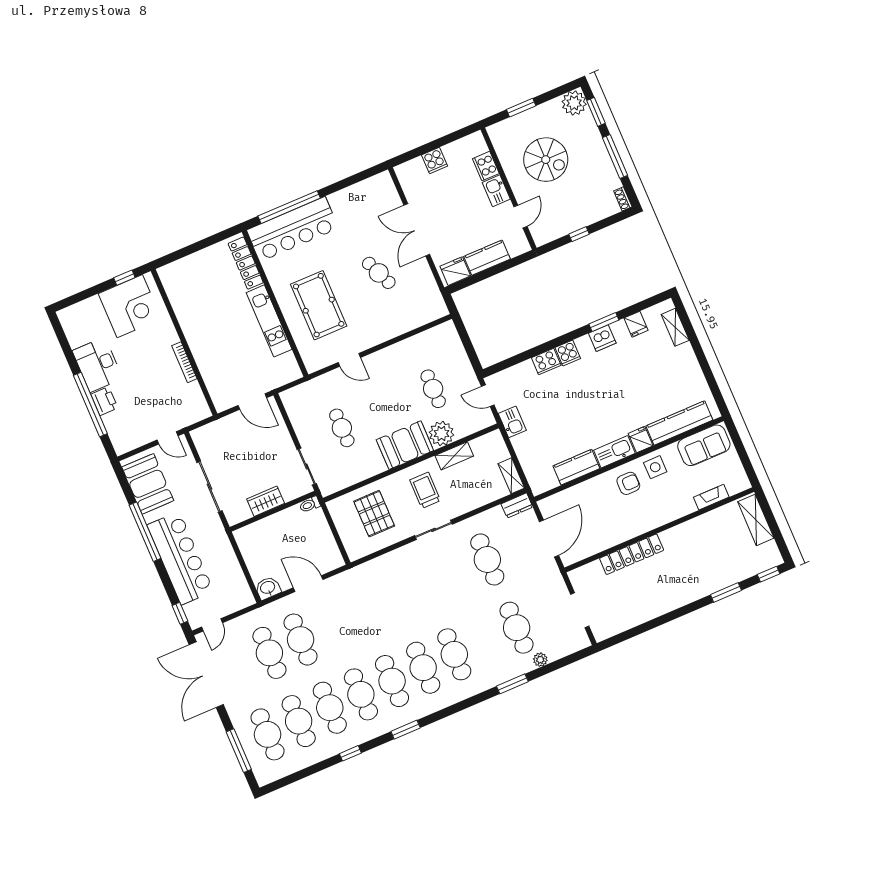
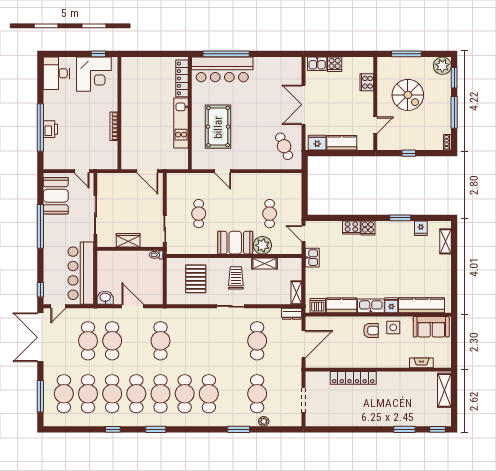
window: (521, 108) -> (406, 54), width x1.44
kitchen sink: (496, 191) -> (317, 64), moved, turned -90
cafe table: (379, 273) -> (284, 146), moved
dishwasher: (602, 338) -> (318, 306), moved, turned 180
desk: (98, 365) -> (56, 73), moved
bar counter: (180, 558) -> (81, 273), moved, turned 180
cafe table: (363, 613) -> (160, 341), added

